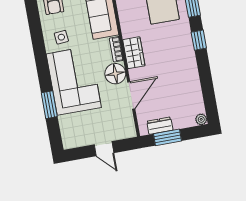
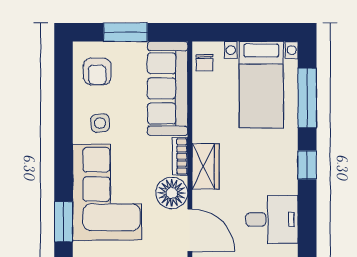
desk: (183, 79) -> (272, 219), added
door: (131, 95) -> (190, 230), hinge flipped

